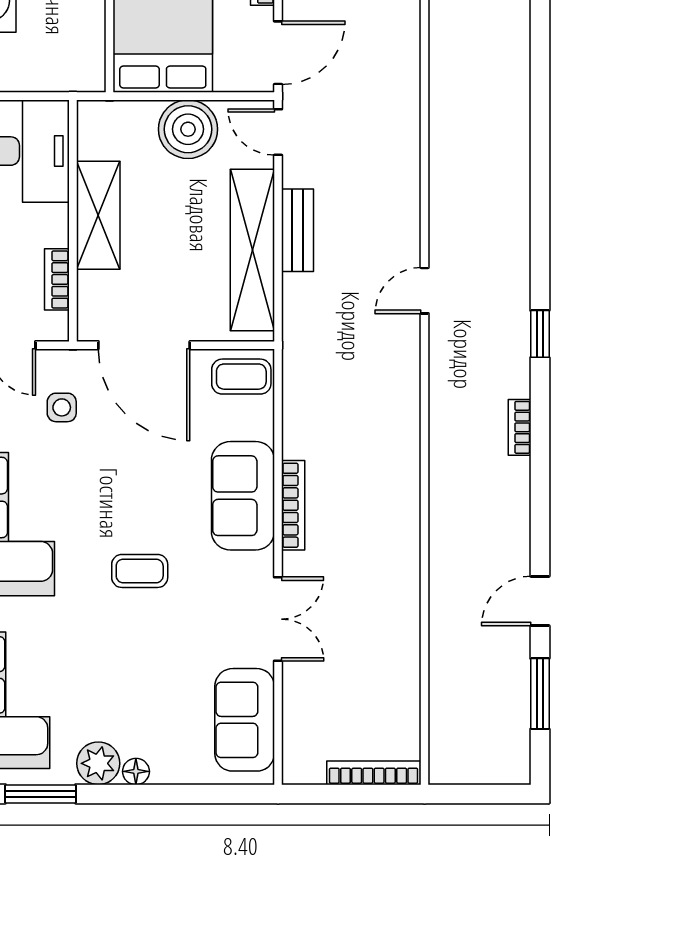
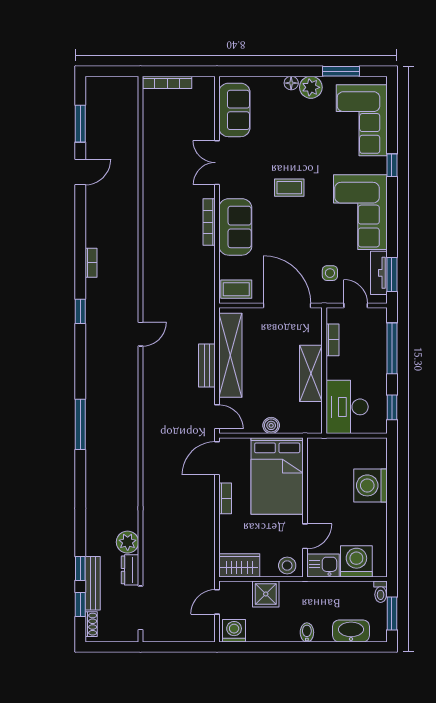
window: (540, 118) -> (80, 424), added
boiler: (188, 129) -> (271, 425), width x0.54, depth x0.54

